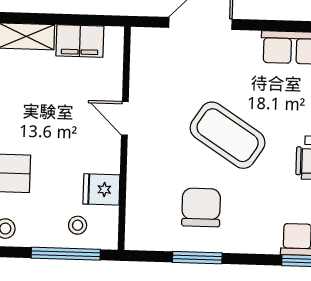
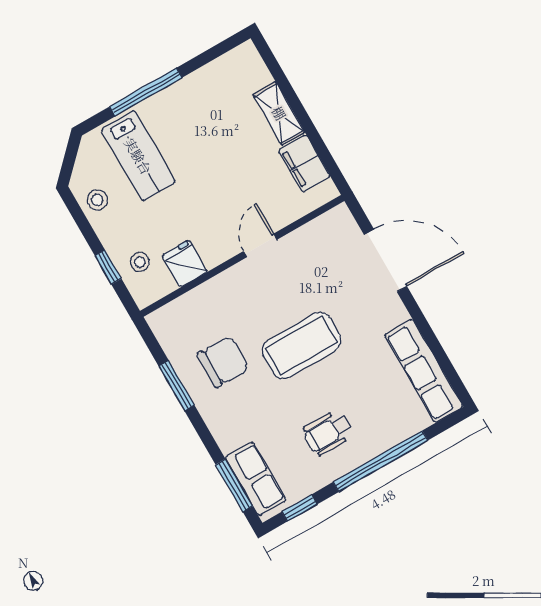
coffee table: (228, 135) -> (301, 346), turned 57
window: (66, 254) -> (108, 267), width x0.46

